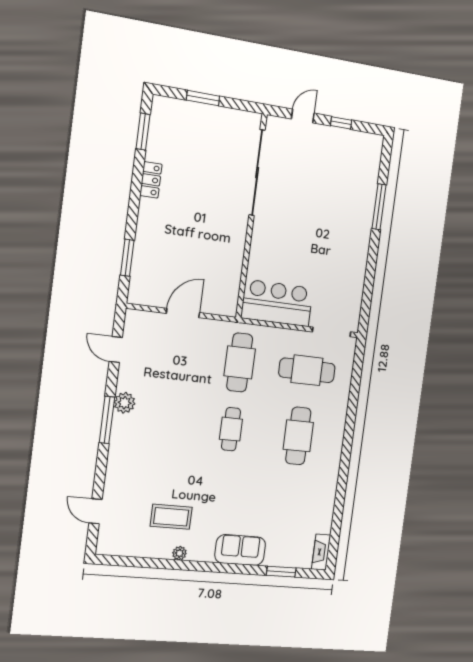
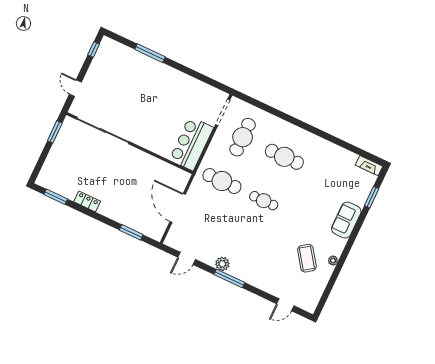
window: (203, 98) -> (55, 132), moved
window: (341, 123) -> (94, 50), moved
door: (183, 313) -> (178, 208), width x1.36
coffee table: (171, 517) -> (307, 258), turned -35

